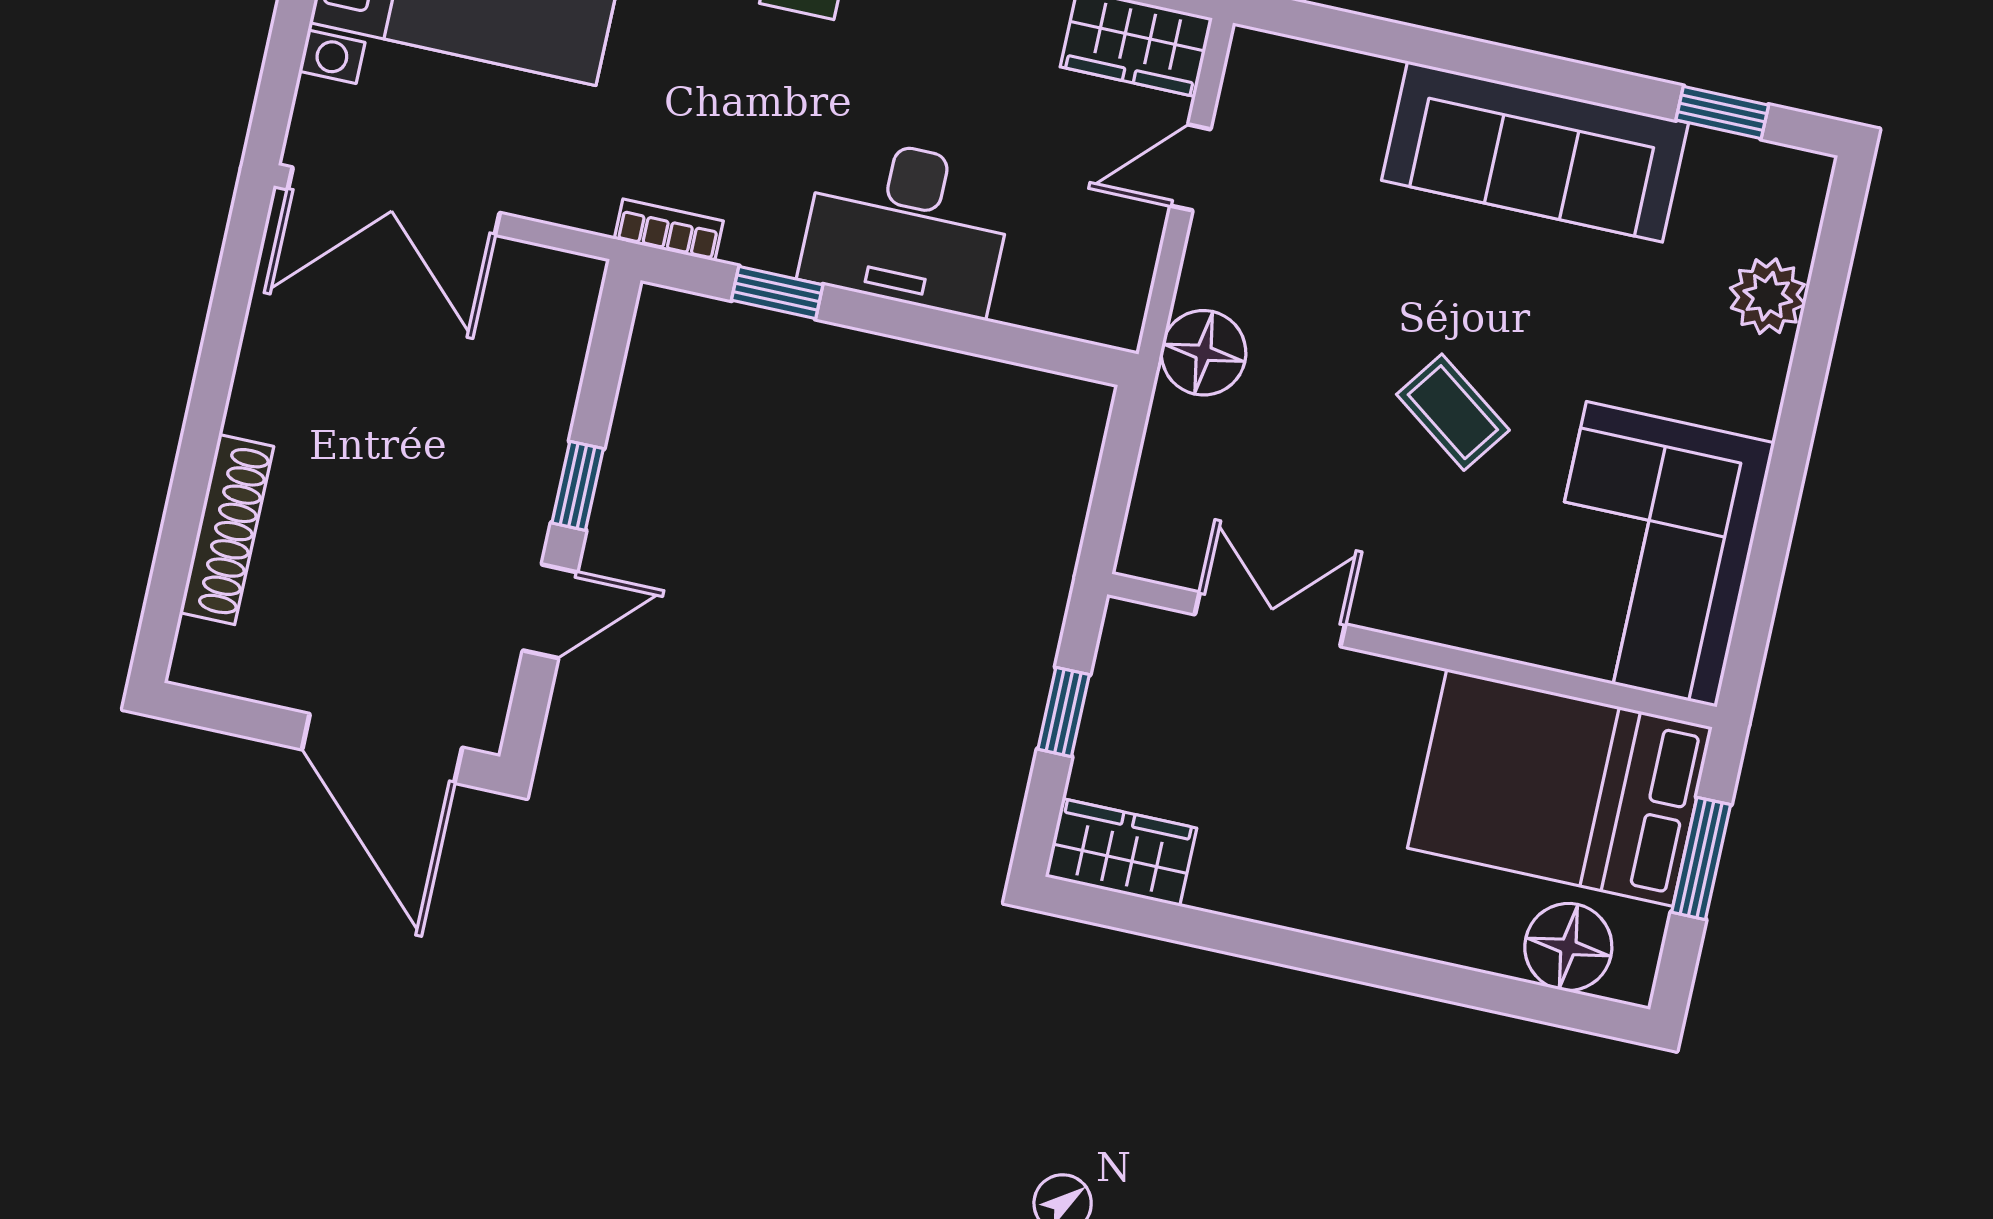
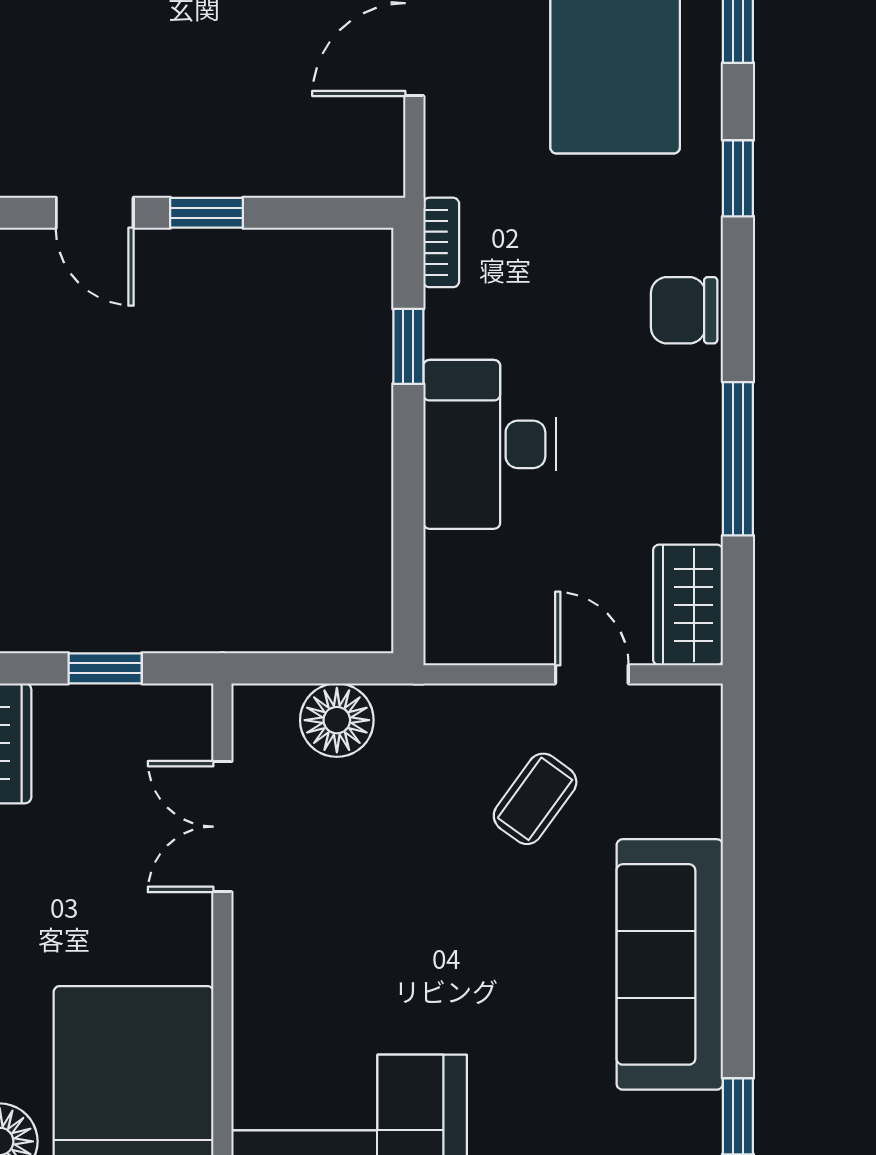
floor lamp: (1204, 353) -> (337, 720), moved
coffee table: (1453, 412) -> (535, 799), moved
double door: (1270, 619) -> (222, 827), swing flipped

